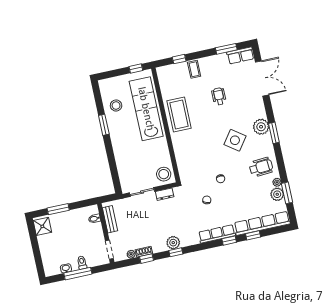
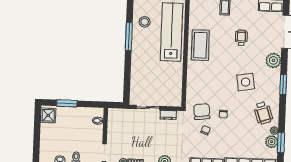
window: (104, 125) -> (129, 37), width x1.44
plant: (261, 127) -> (273, 60), moved
side table: (235, 140) -> (246, 82), turned 45
wheelchair: (261, 167) -> (263, 113), turned 75
stool: (164, 174) -> (172, 96), removed
chair: (198, 182) -> (202, 112), added
bench: (110, 219) -> (112, 125), removed

